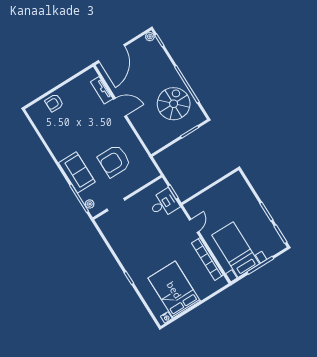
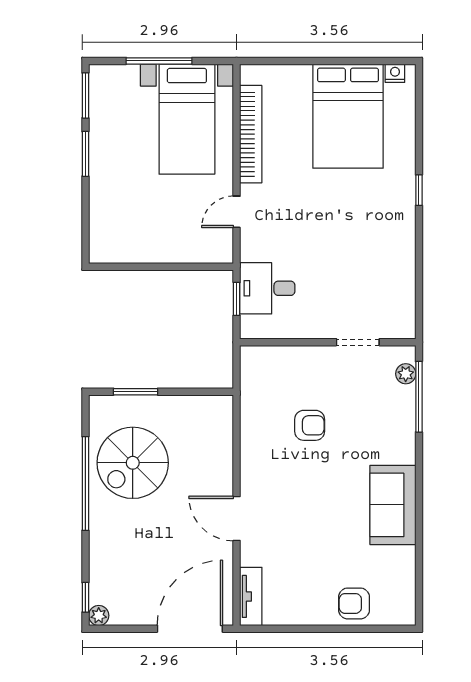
tv unit: (102, 90) -> (251, 596), moved
armchair: (54, 103) -> (354, 603), turned 180
armchair: (114, 161) -> (310, 425), width x0.53, depth x0.53
sofa: (77, 172) -> (393, 505), moved

